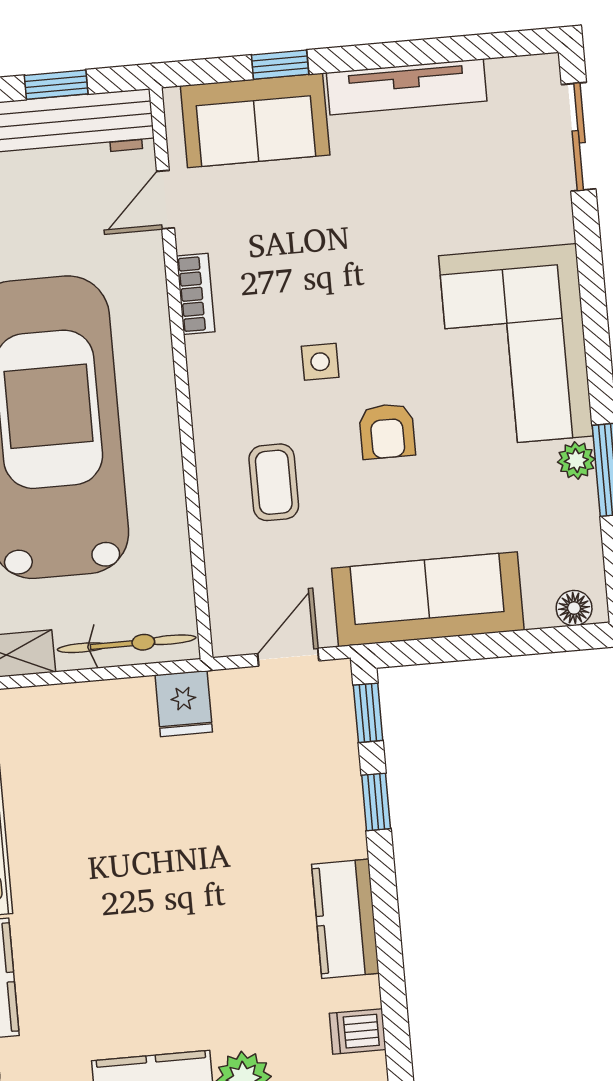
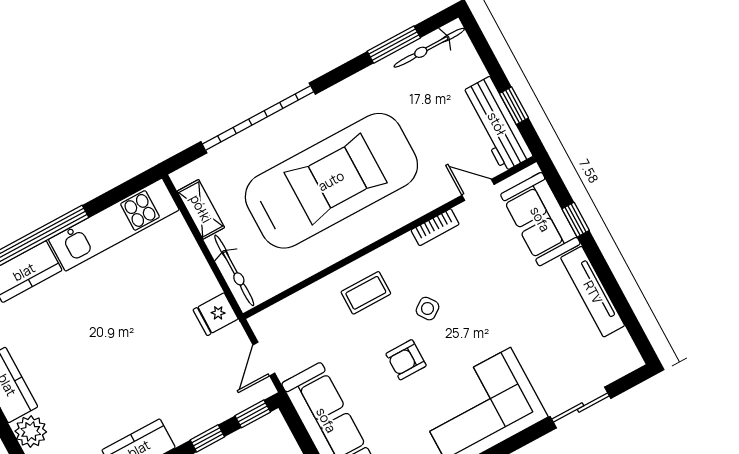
sliding door: (579, 137) -> (581, 408), moved
side table: (320, 362) -> (428, 309), turned -35
coffee table: (274, 482) -> (366, 293), moved
door: (288, 657) -> (264, 359), swing flipped

